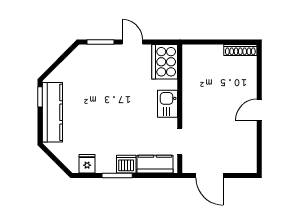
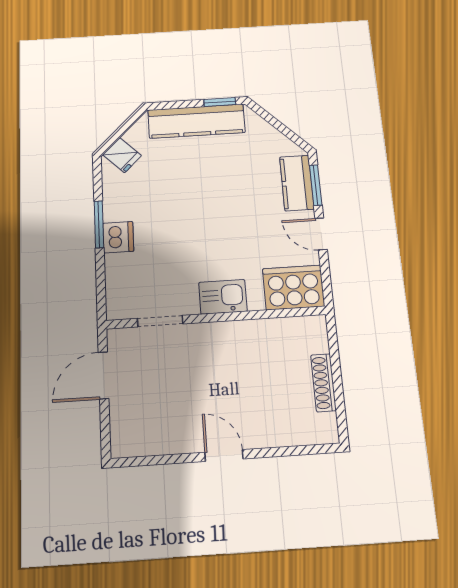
door: (132, 42) -> (321, 234), swing flipped
shoe rack: (240, 50) -> (323, 383), moved
fridge: (87, 164) -> (122, 155), moved, turned 45
kitchen counter: (155, 164) -> (297, 183), moved, turned 180

